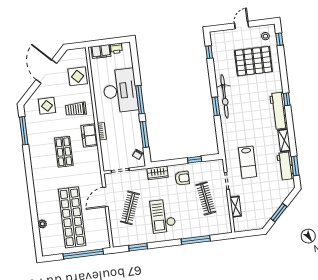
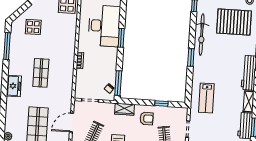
bicycle: (225, 96) -> (202, 35), moved
window: (140, 100) -> (121, 38), width x0.69
trolley: (76, 109) -> (60, 35), removed
window: (144, 134) -> (118, 83), moved
freezer: (89, 135) -> (14, 86), moved, turned 180
lab bench: (248, 162) -> (206, 98), moved

